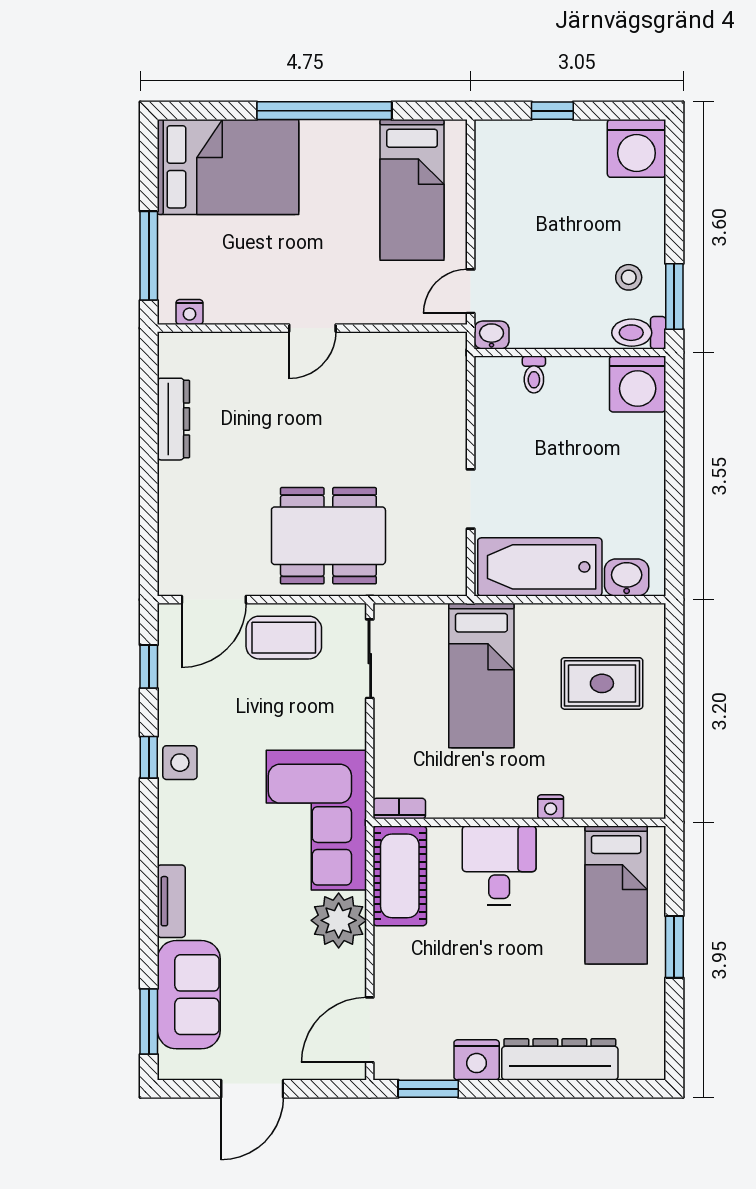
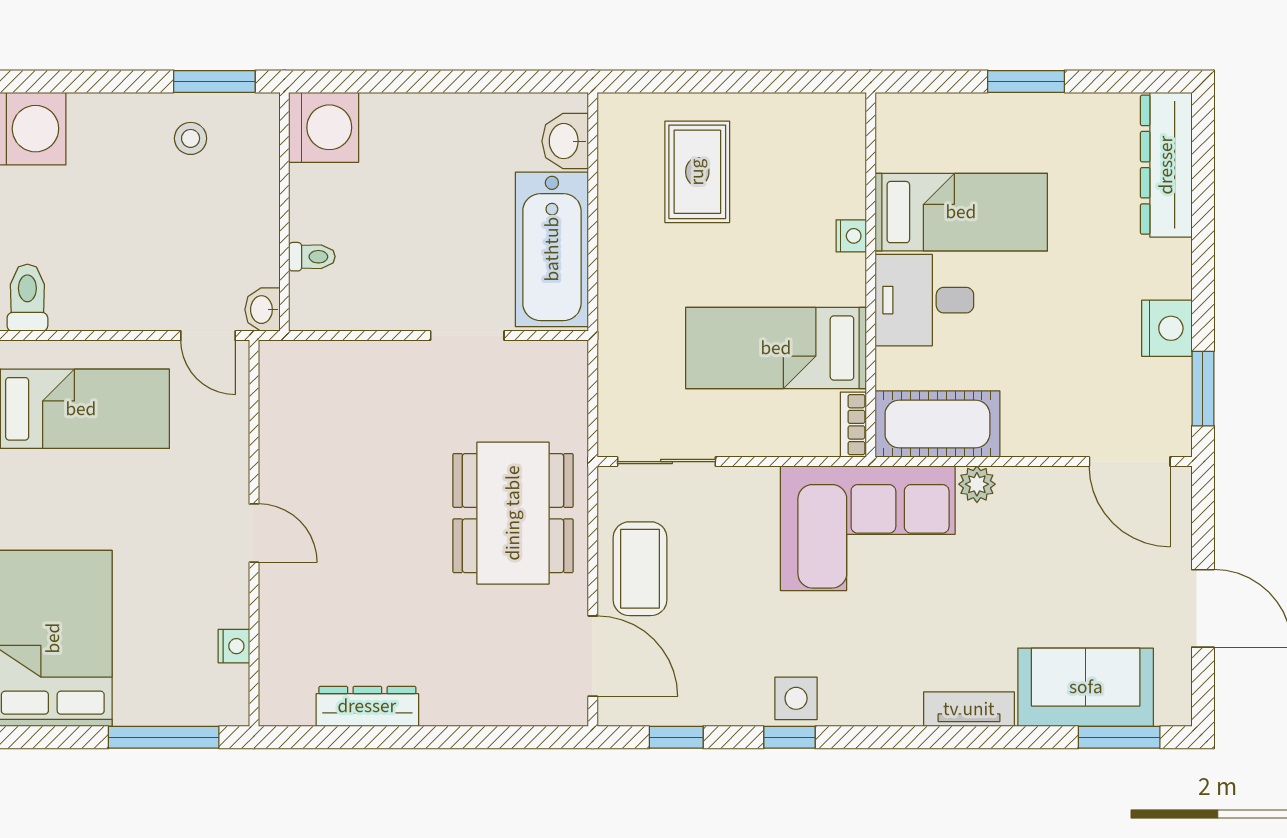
nightstand: (190, 312) -> (234, 646), moved
toilet: (639, 333) -> (27, 298), moved, turned 180
bed: (481, 676) -> (776, 348), moved, turned 180
bed: (616, 895) -> (961, 212), moved
plant: (339, 920) -> (977, 484), width x0.53, depth x0.53
dresser: (560, 1059) -> (1166, 165), moved

